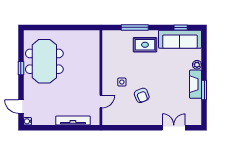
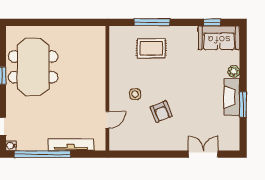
sofa: (180, 39) -> (219, 38), width x0.73
rug: (145, 45) -> (151, 48), moved
window: (51, 128) -> (42, 154), added

